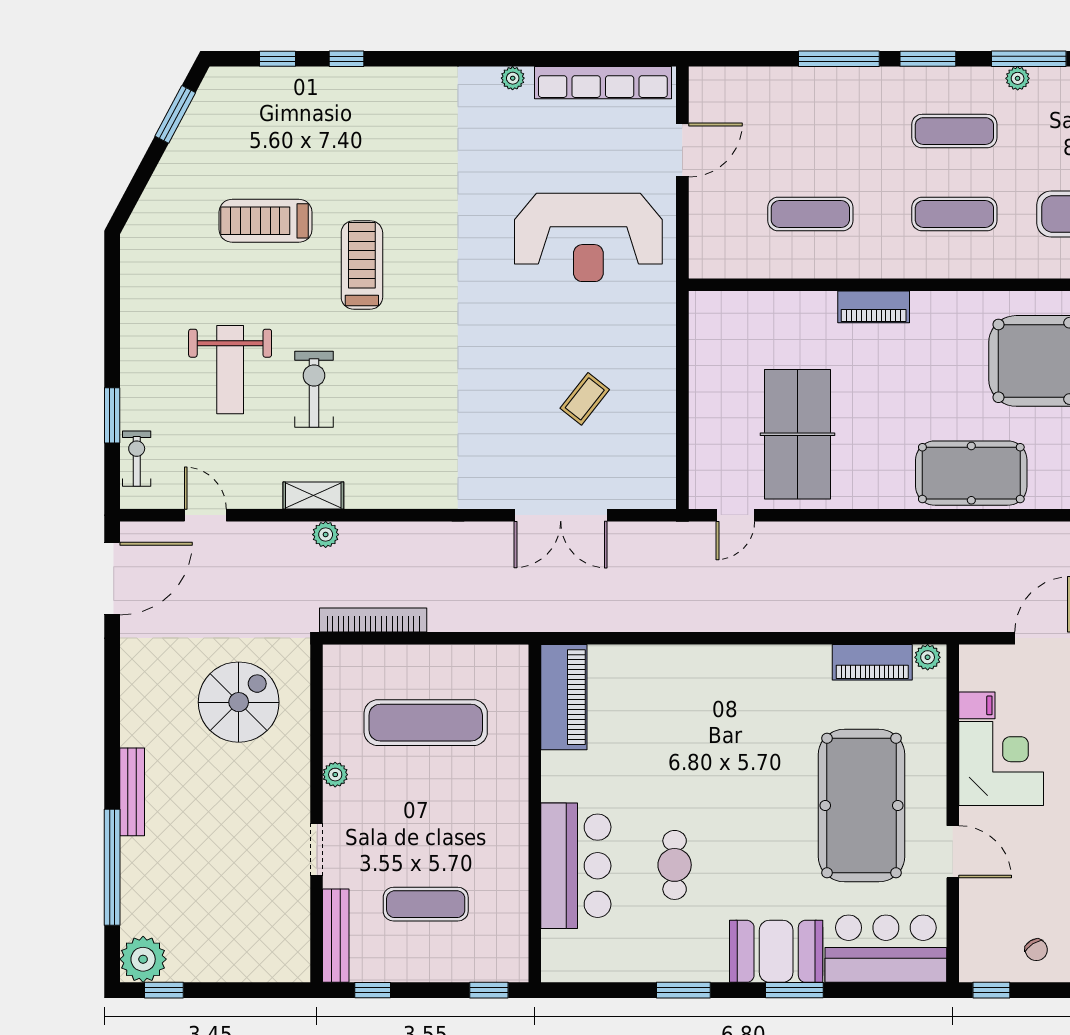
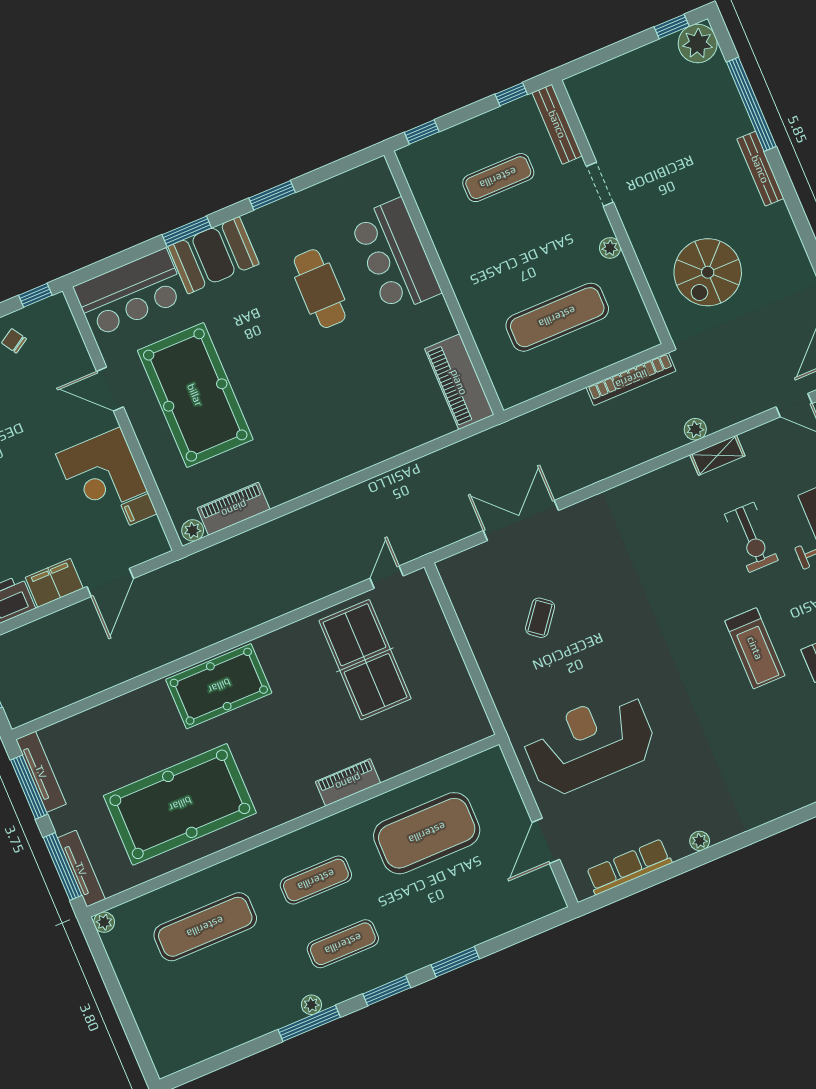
window: (839, 59) -> (455, 962), width x0.69
row of seats: (603, 83) -> (629, 867), width x0.73
exercise mat: (810, 214) -> (427, 833), width x2.00, depth x1.45
cafe table: (675, 865) -> (320, 289), width x1.37, depth x1.35

